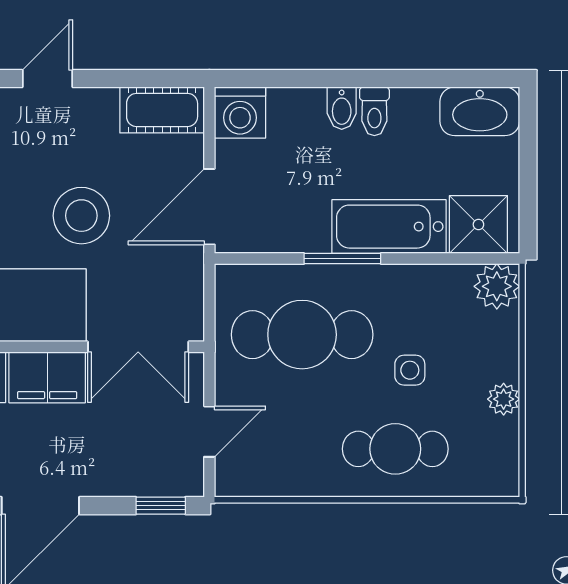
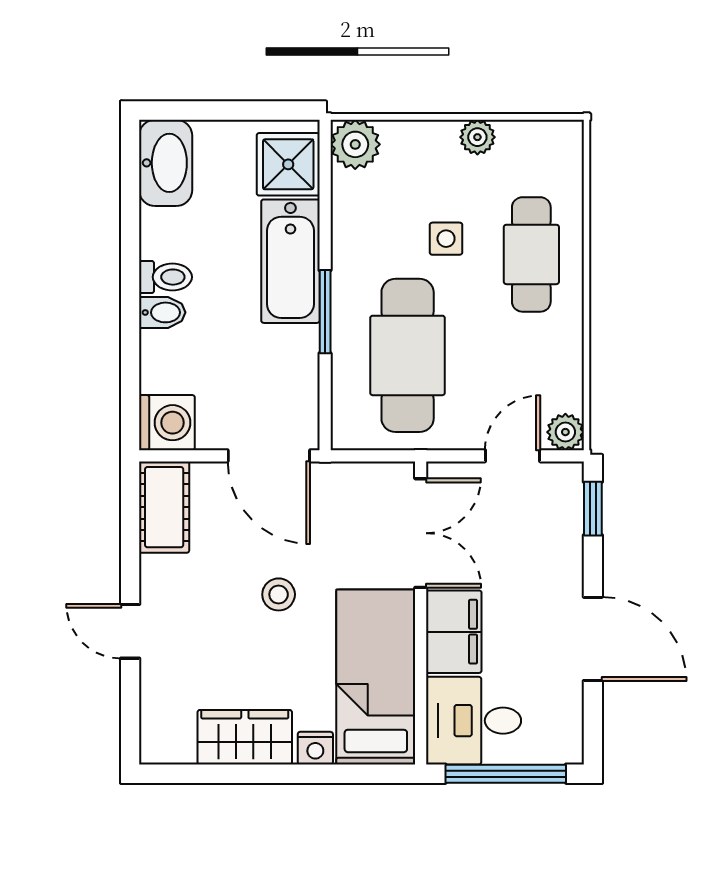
stool: (81, 216) -> (279, 594), width x0.53, depth x0.53
door: (209, 432) -> (513, 456), hinge flipped
plant: (231, 480) -> (565, 432), added

